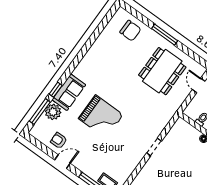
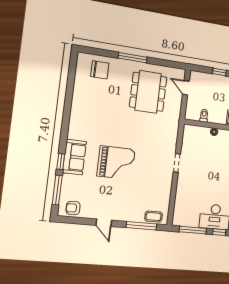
plant: (53, 112) -> (70, 183), removed
armchair: (59, 141) -> (73, 208), moved
door: (62, 162) -> (104, 223), swing flipped

